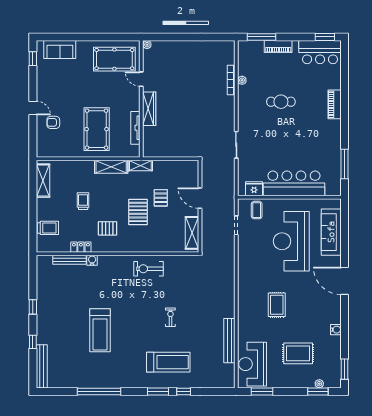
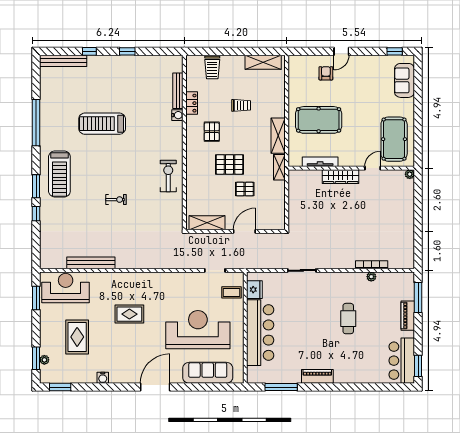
piano: (335, 104) -> (317, 376), moved
treadmill: (168, 362) -> (59, 174), moved

